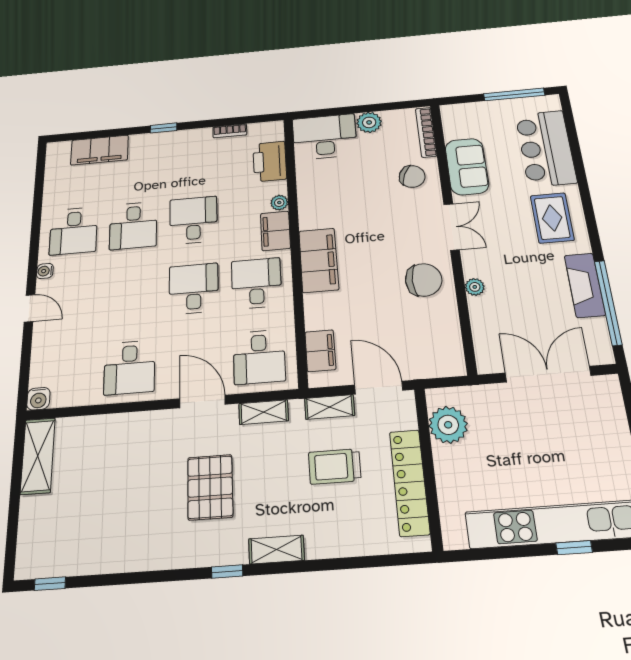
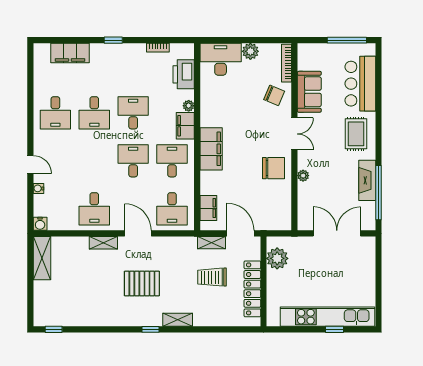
water cooler: (45, 271) -> (38, 188), moved
shelving: (264, 412) -> (103, 243), moved
pallet: (210, 487) -> (142, 283), turned 90

